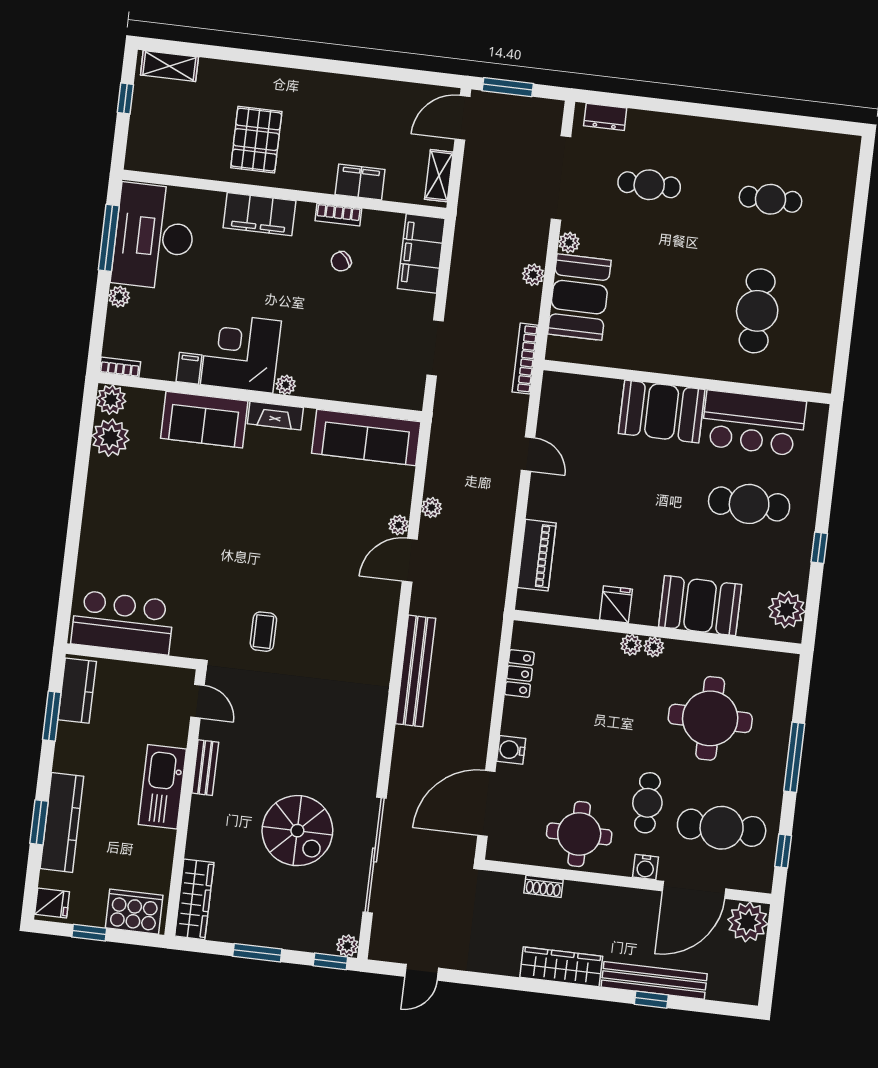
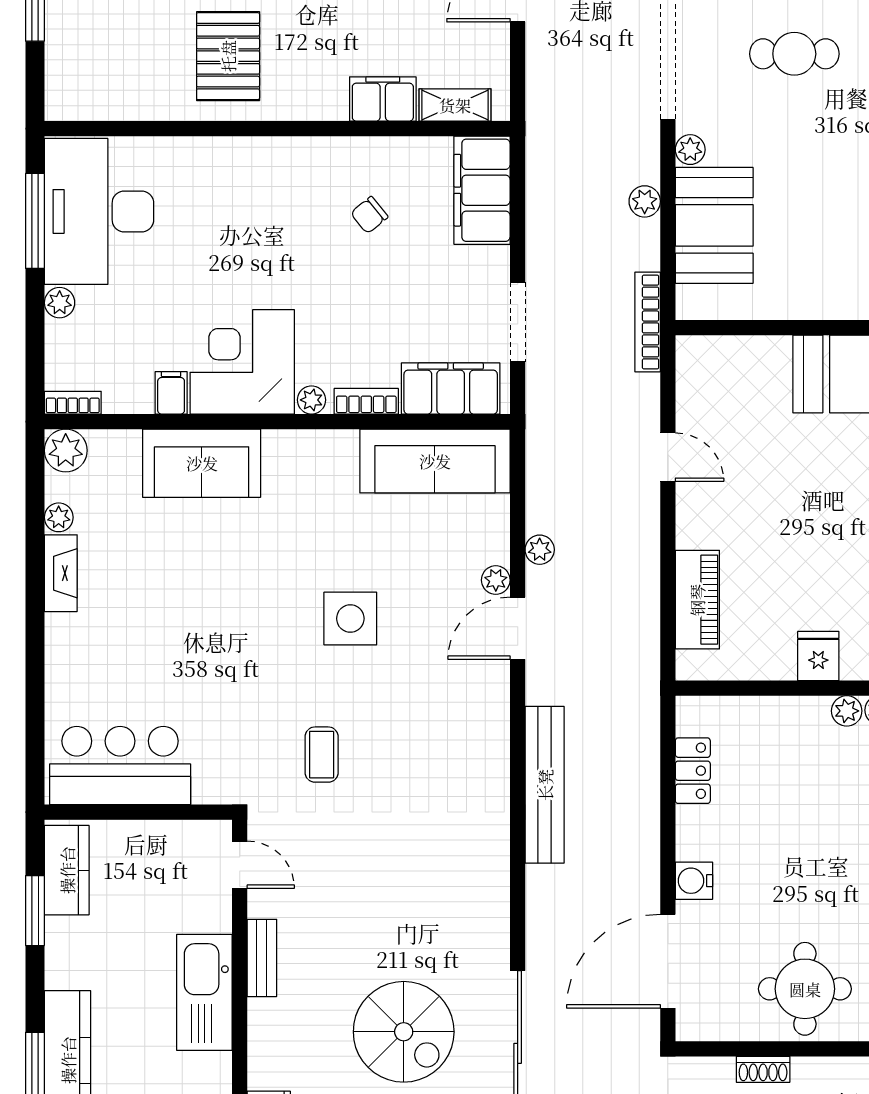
shelving: (439, 176) -> (455, 105), moved, turned 90
filing cabinet: (259, 214) -> (451, 389), moved, turned 180
bookcase: (338, 215) -> (366, 401), moved, turned 180
fireplace: (275, 416) -> (61, 573), moved, turned -90
plant: (111, 438) -> (59, 517), width x0.53, depth x0.53
side table: (295, 540) -> (350, 619), added

